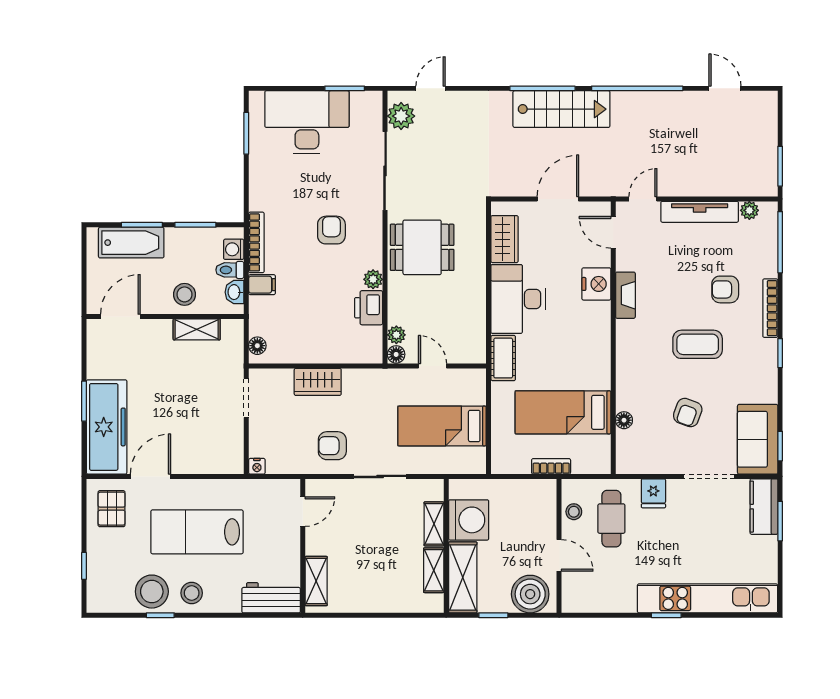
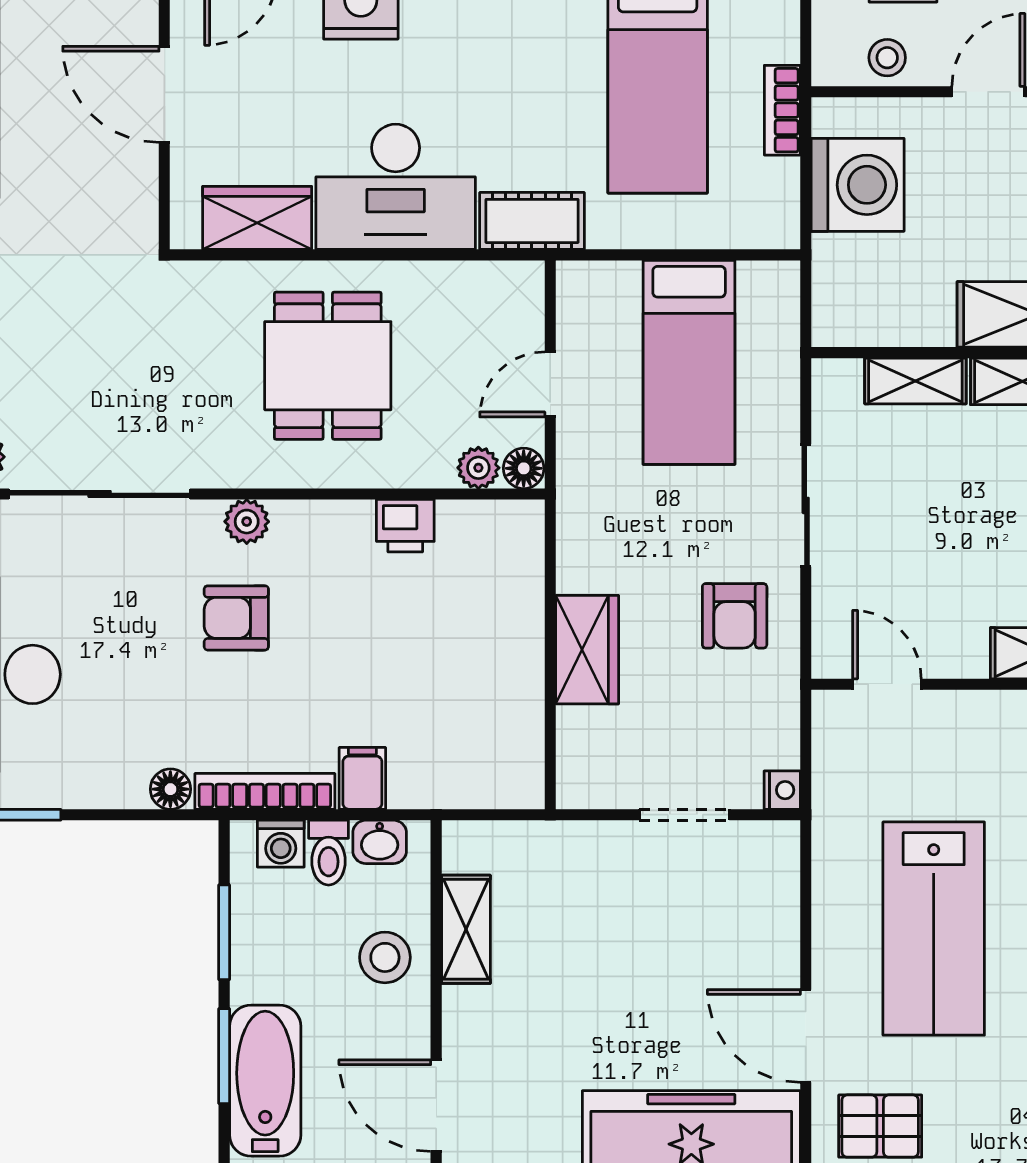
dining table: (422, 247) -> (328, 366), moved
plant: (373, 279) -> (247, 522), moved
printer: (369, 308) -> (405, 526), width x0.73, depth x0.81
floor lamp: (257, 346) -> (170, 789), moved
doorway: (246, 398) -> (684, 815), moved
washing machine: (469, 520) -> (858, 185), moved, turned 90

